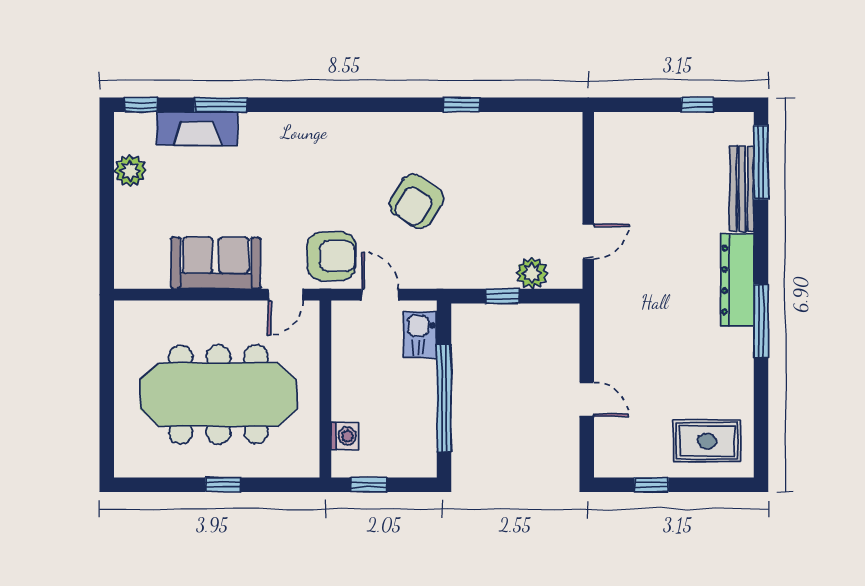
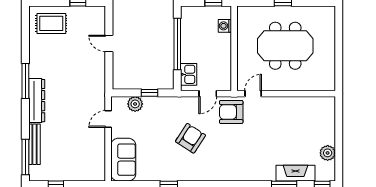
sofa: (216, 263) -> (123, 160), moved, turned -90
door: (380, 295) -> (208, 94), hinge flipped
meeting table: (218, 394) -> (285, 46), width x0.73

